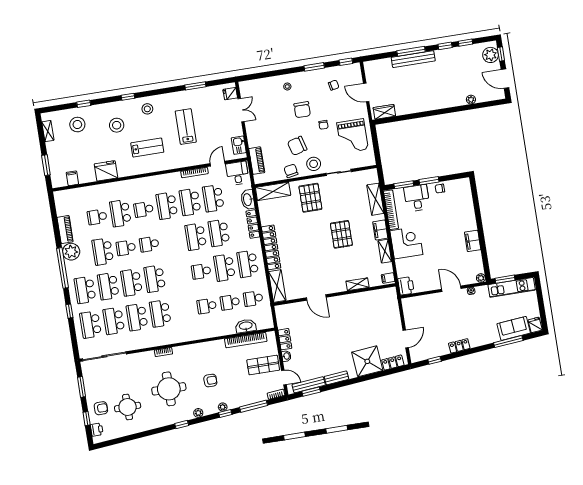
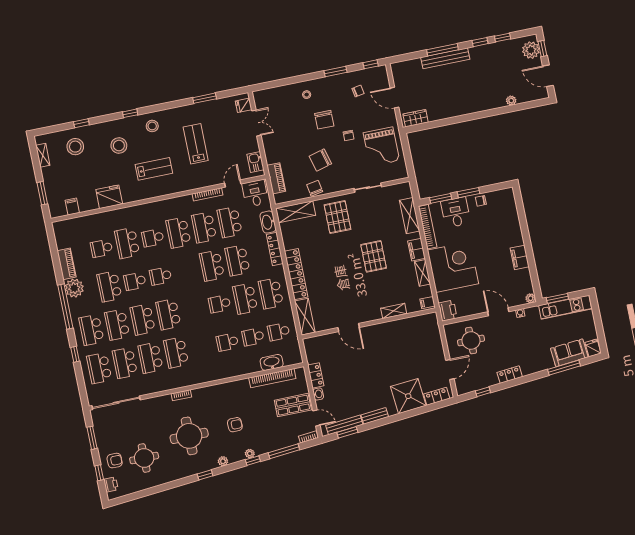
stool: (314, 164) -> (339, 179), removed
corner desk: (406, 243) -> (453, 267), width x1.36, depth x1.36
round table: (426, 314) -> (471, 340), added

